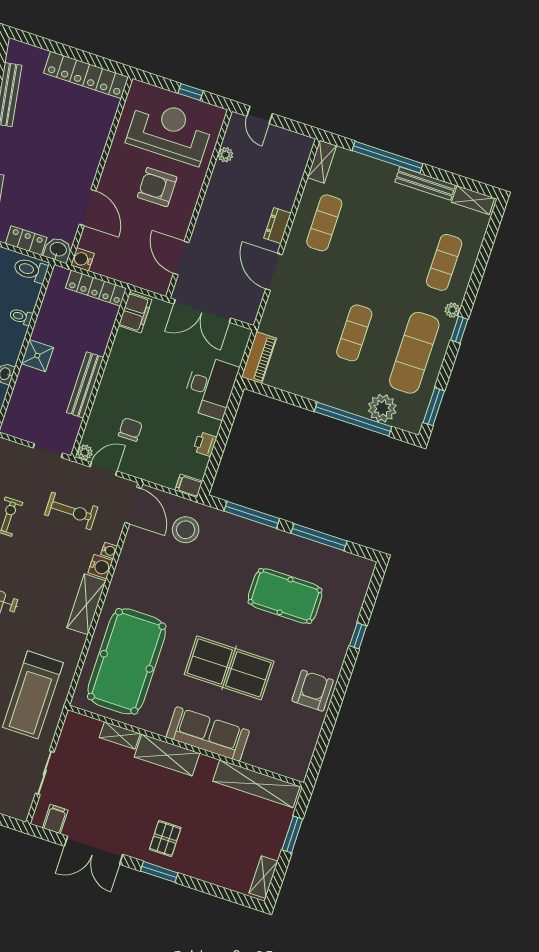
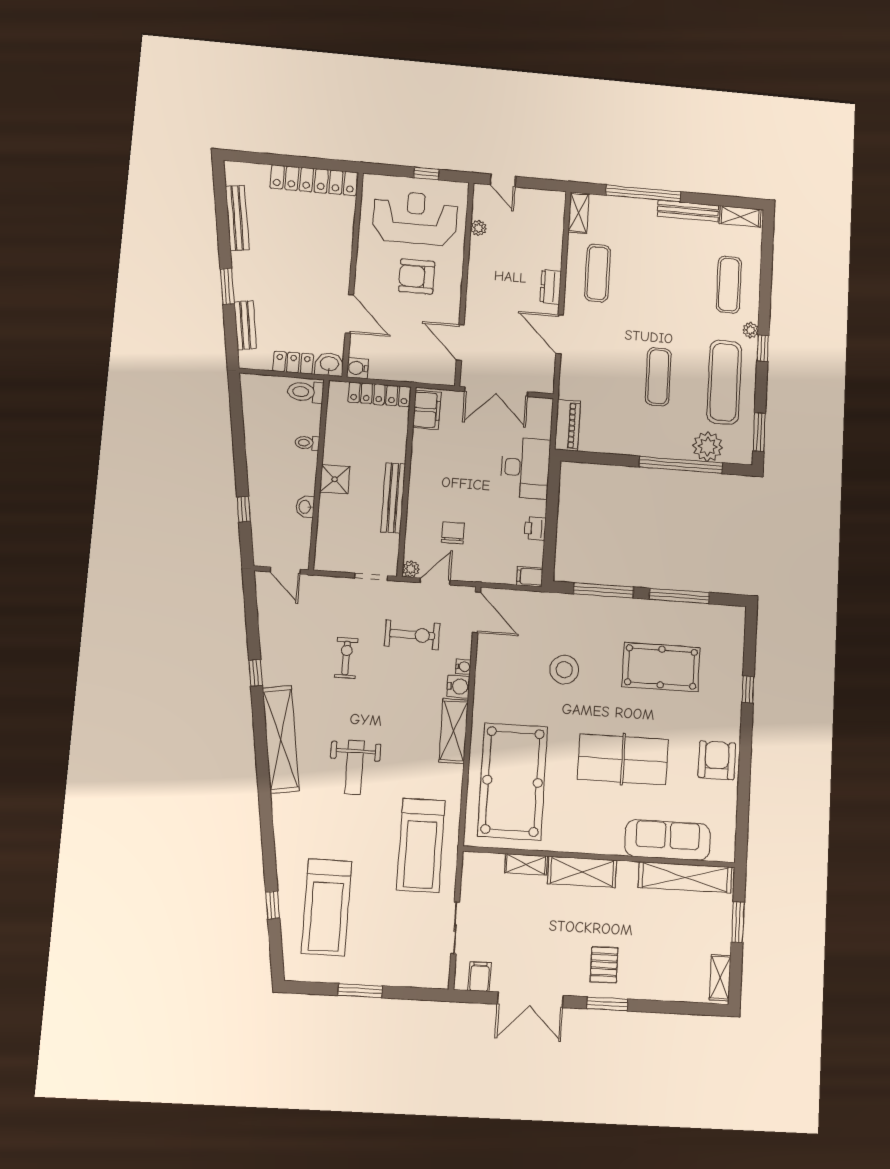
stool: (186, 530) -> (564, 670), moved
sofa: (208, 734) -> (668, 840), moved

